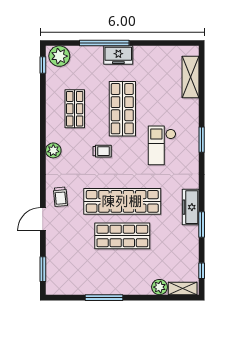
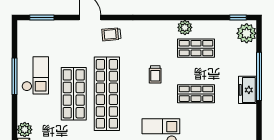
shop shelf: (122, 109) -> (196, 94), width x0.70, depth x0.74
plant: (53, 150) -> (185, 27), moved
checkout: (103, 276) -> (35, 75), added

